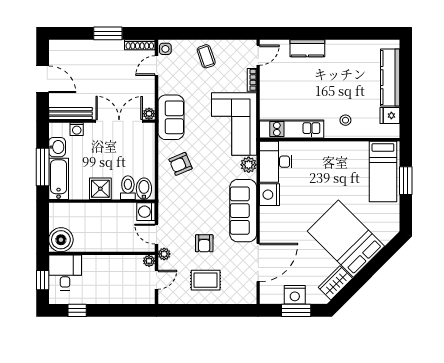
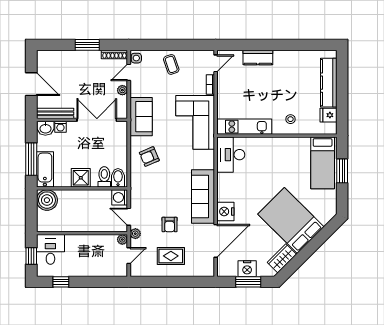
plant: (149, 114) -> (122, 90), moved
washbasin: (57, 147) -> (45, 128), moved, turned 90
plant: (249, 165) -> (208, 157), removed
nightstand: (270, 195) -> (225, 212), moved
boiler: (61, 240) -> (47, 200), moved

